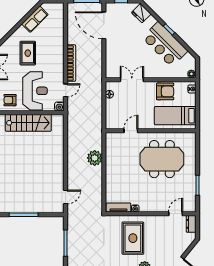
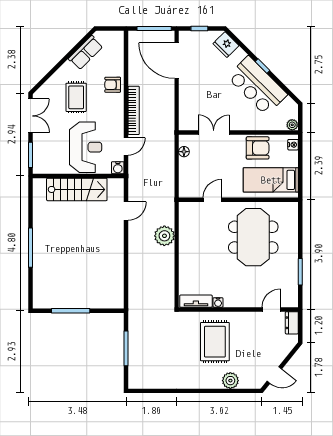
armchair: (10, 100) -> (113, 85), moved
meeting table: (162, 159) -> (253, 237), turned 90
door: (66, 197) -> (126, 211), moved

